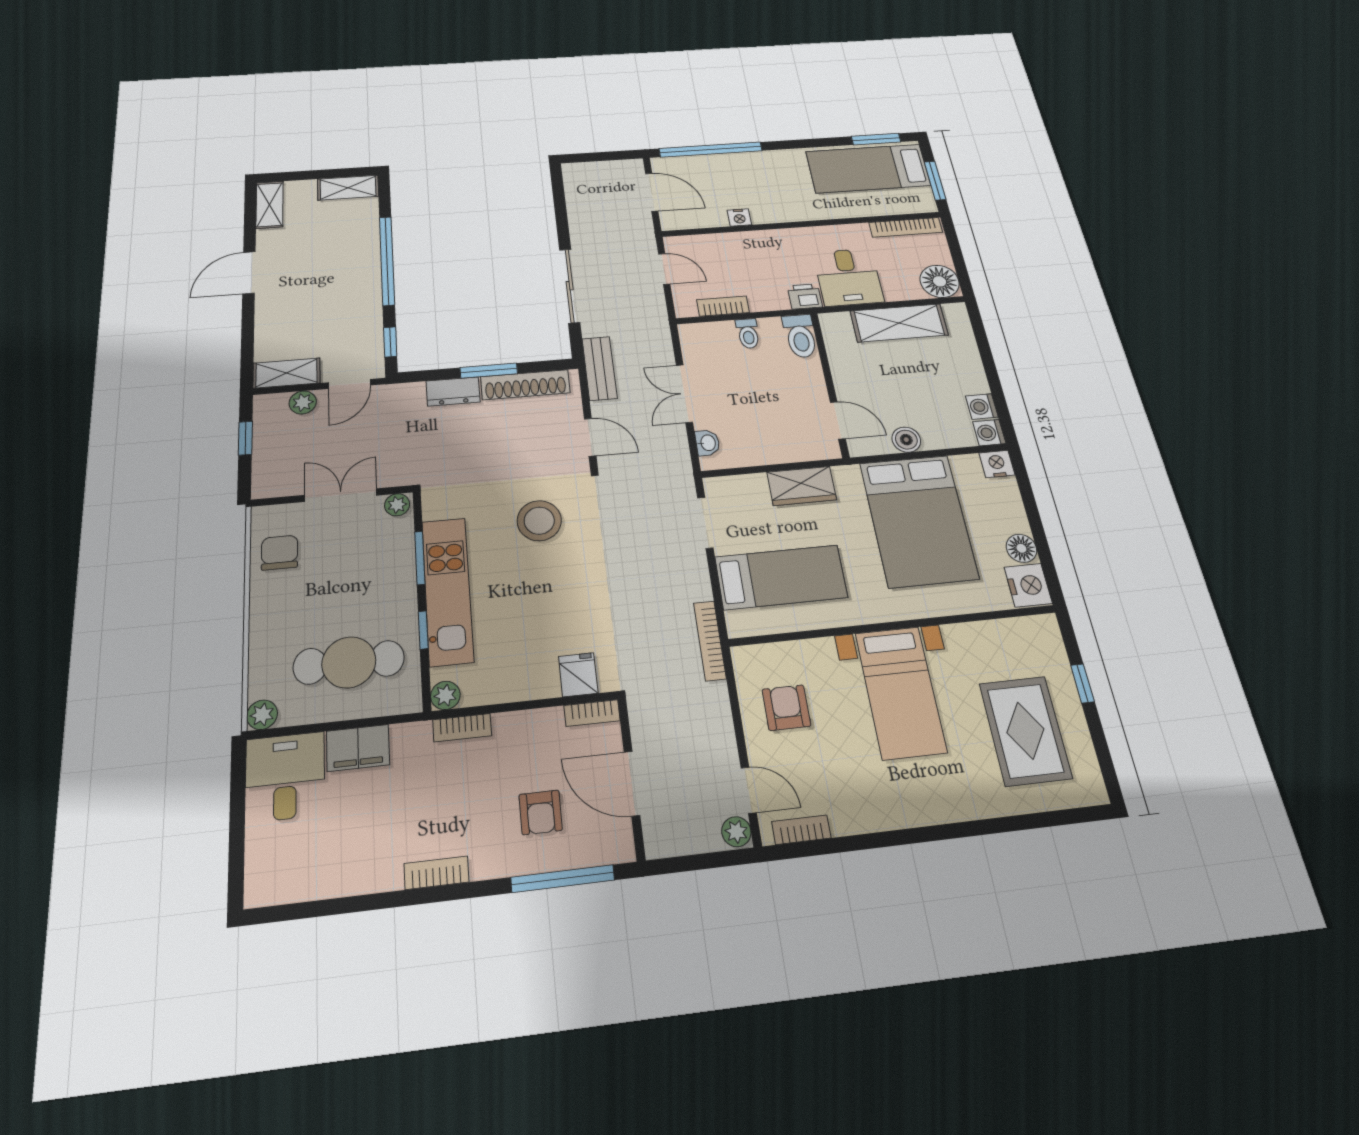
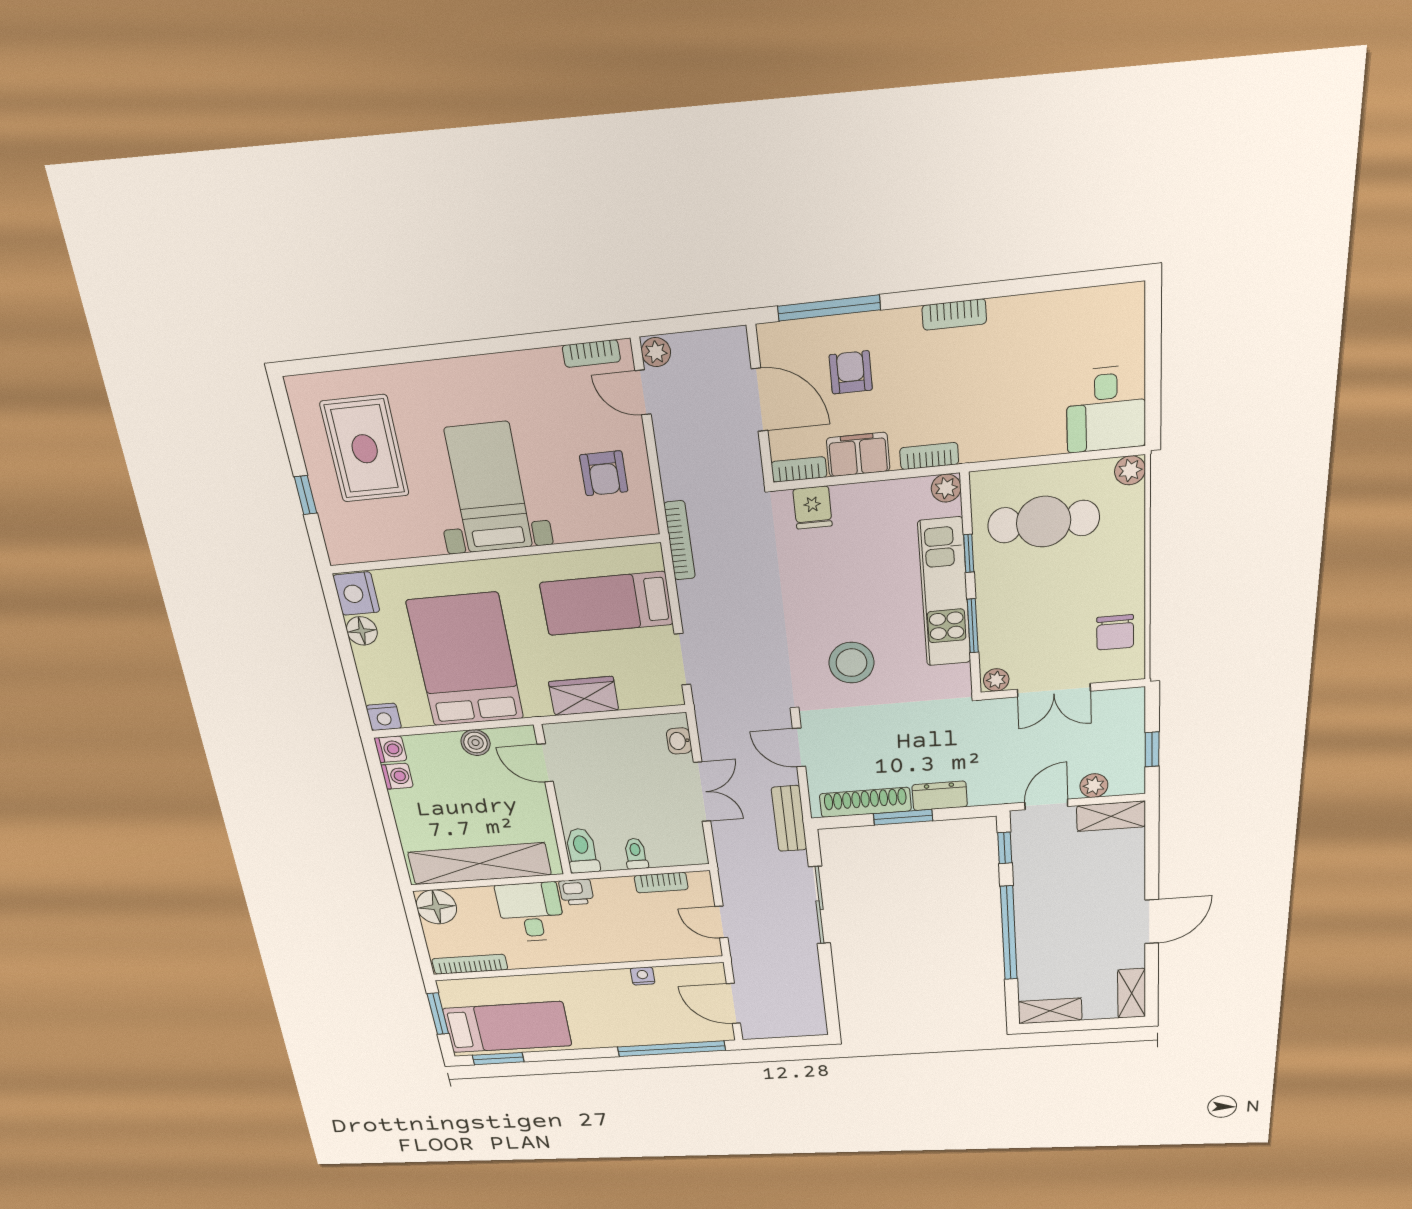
shelving: (899, 323) -> (479, 864), width x1.47
filing cabinet: (358, 748) -> (858, 455), moved

